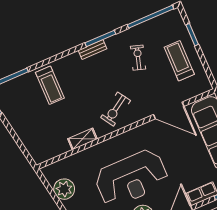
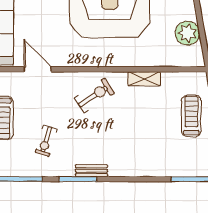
treadmill: (50, 85) -> (191, 116), moved
door: (169, 110) -> (38, 69), width x0.73

